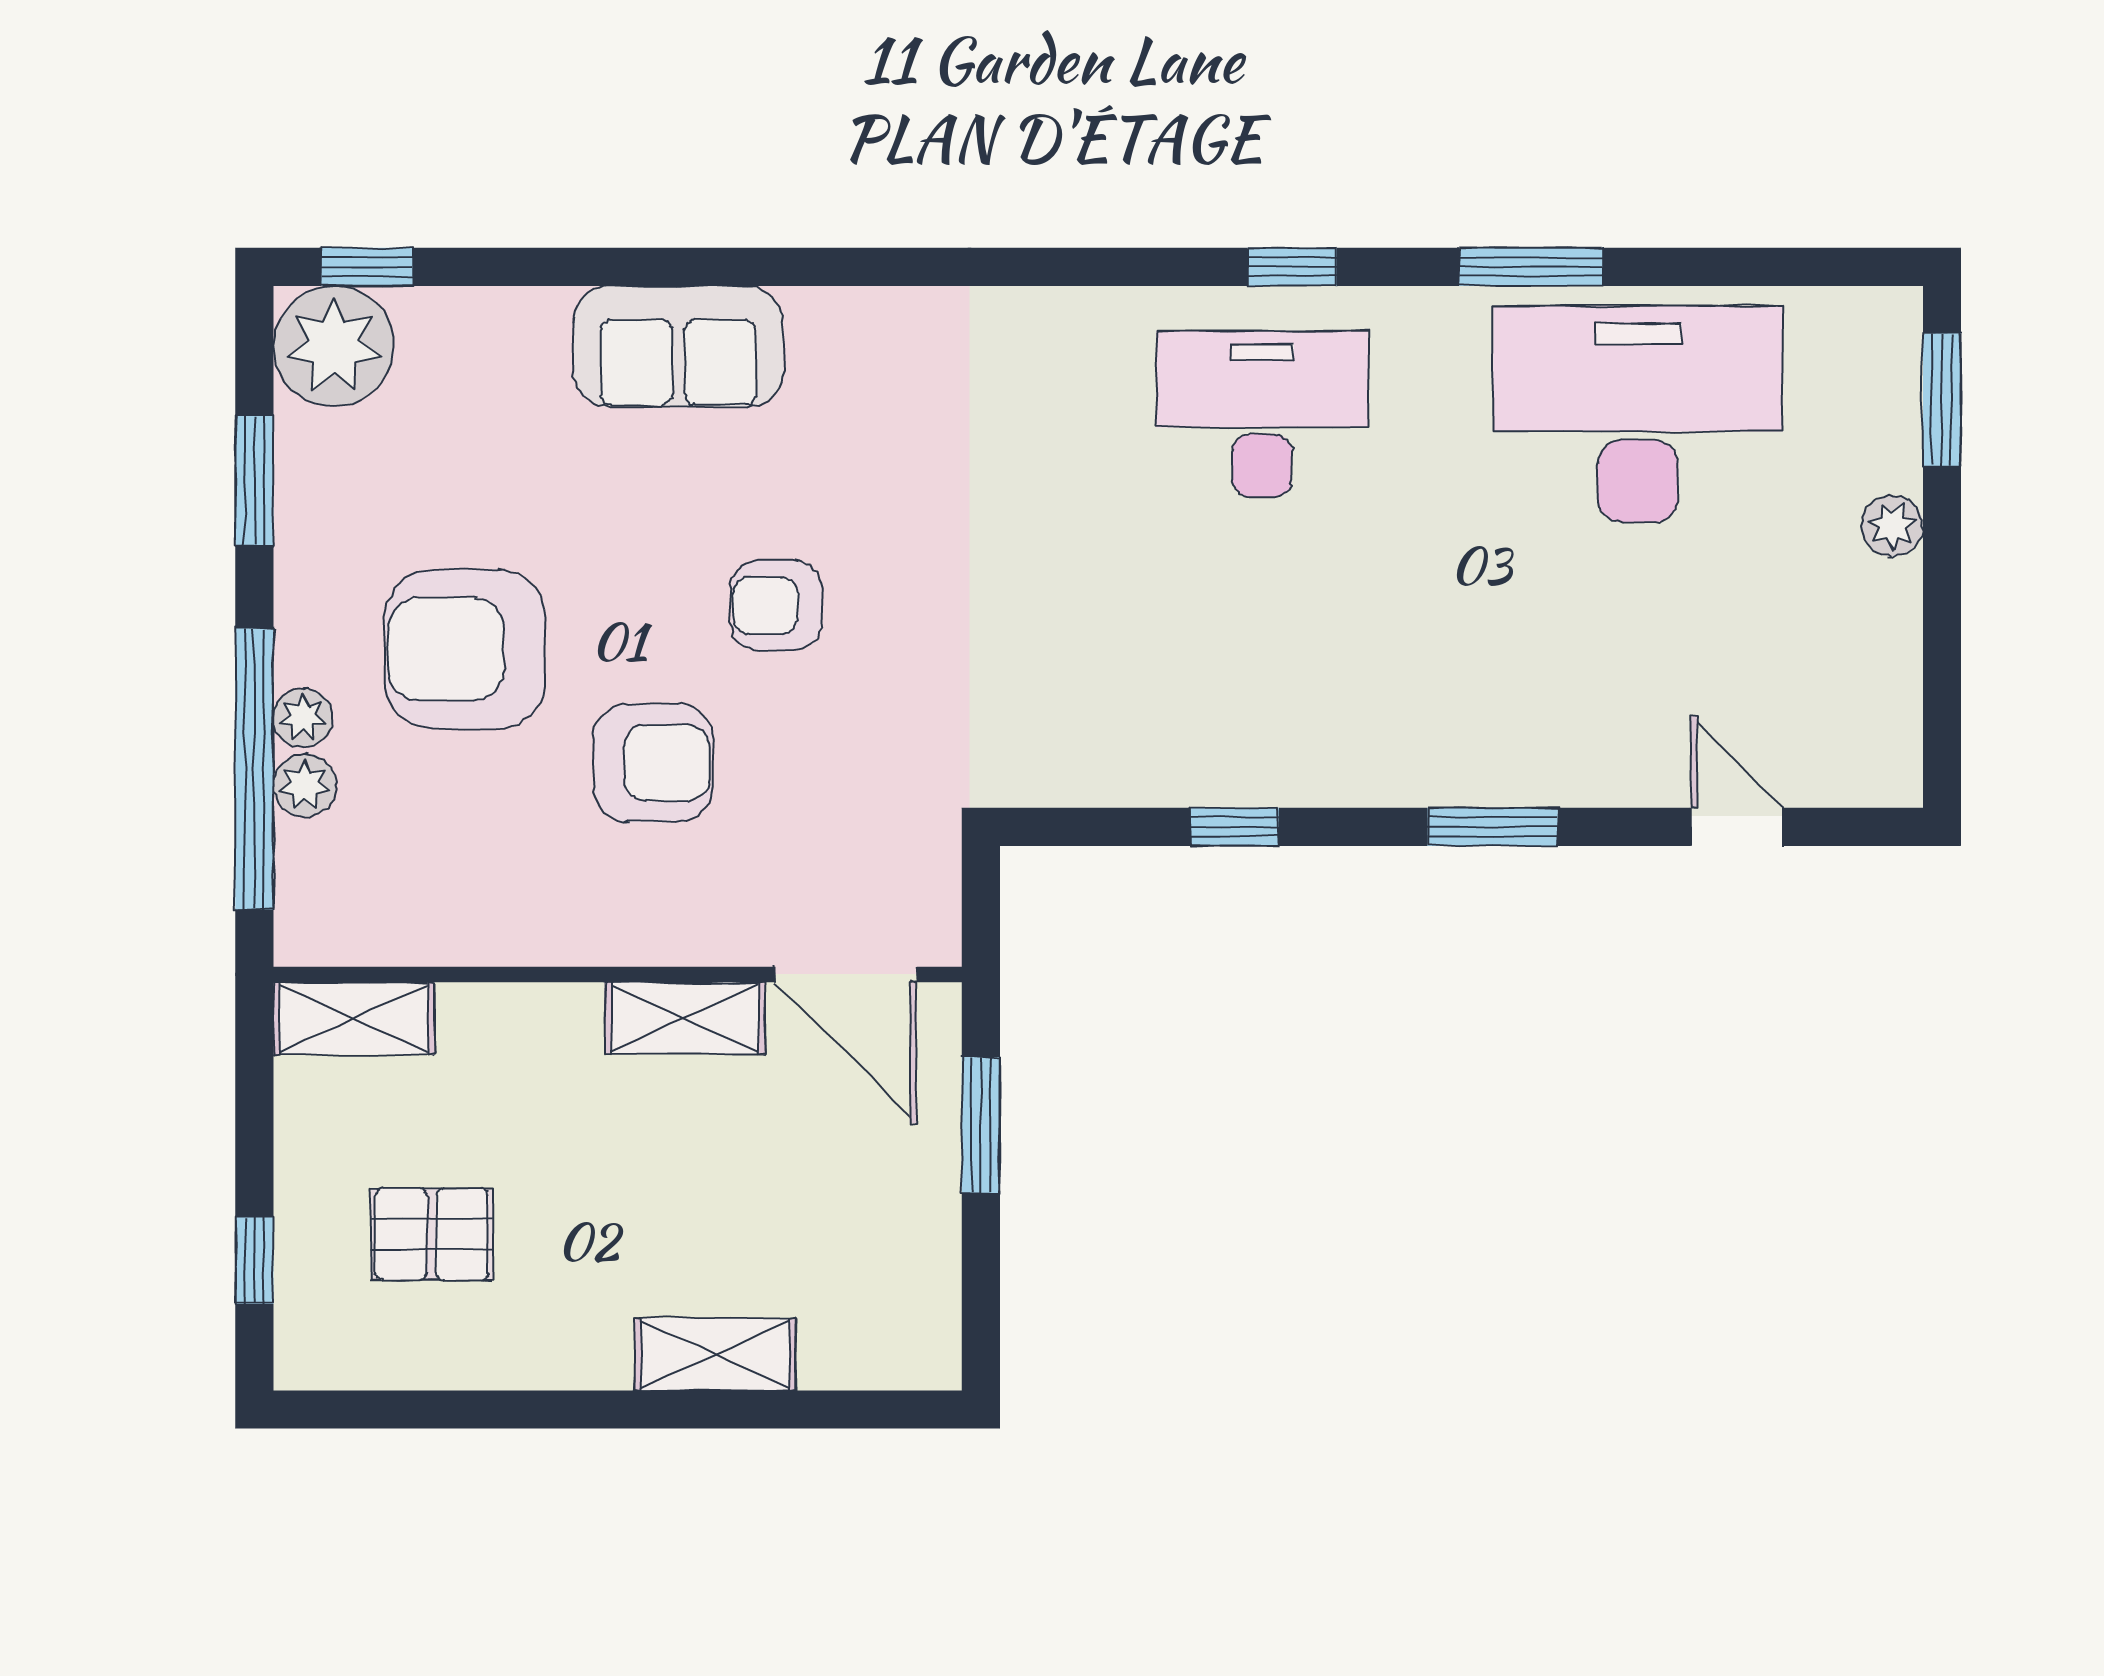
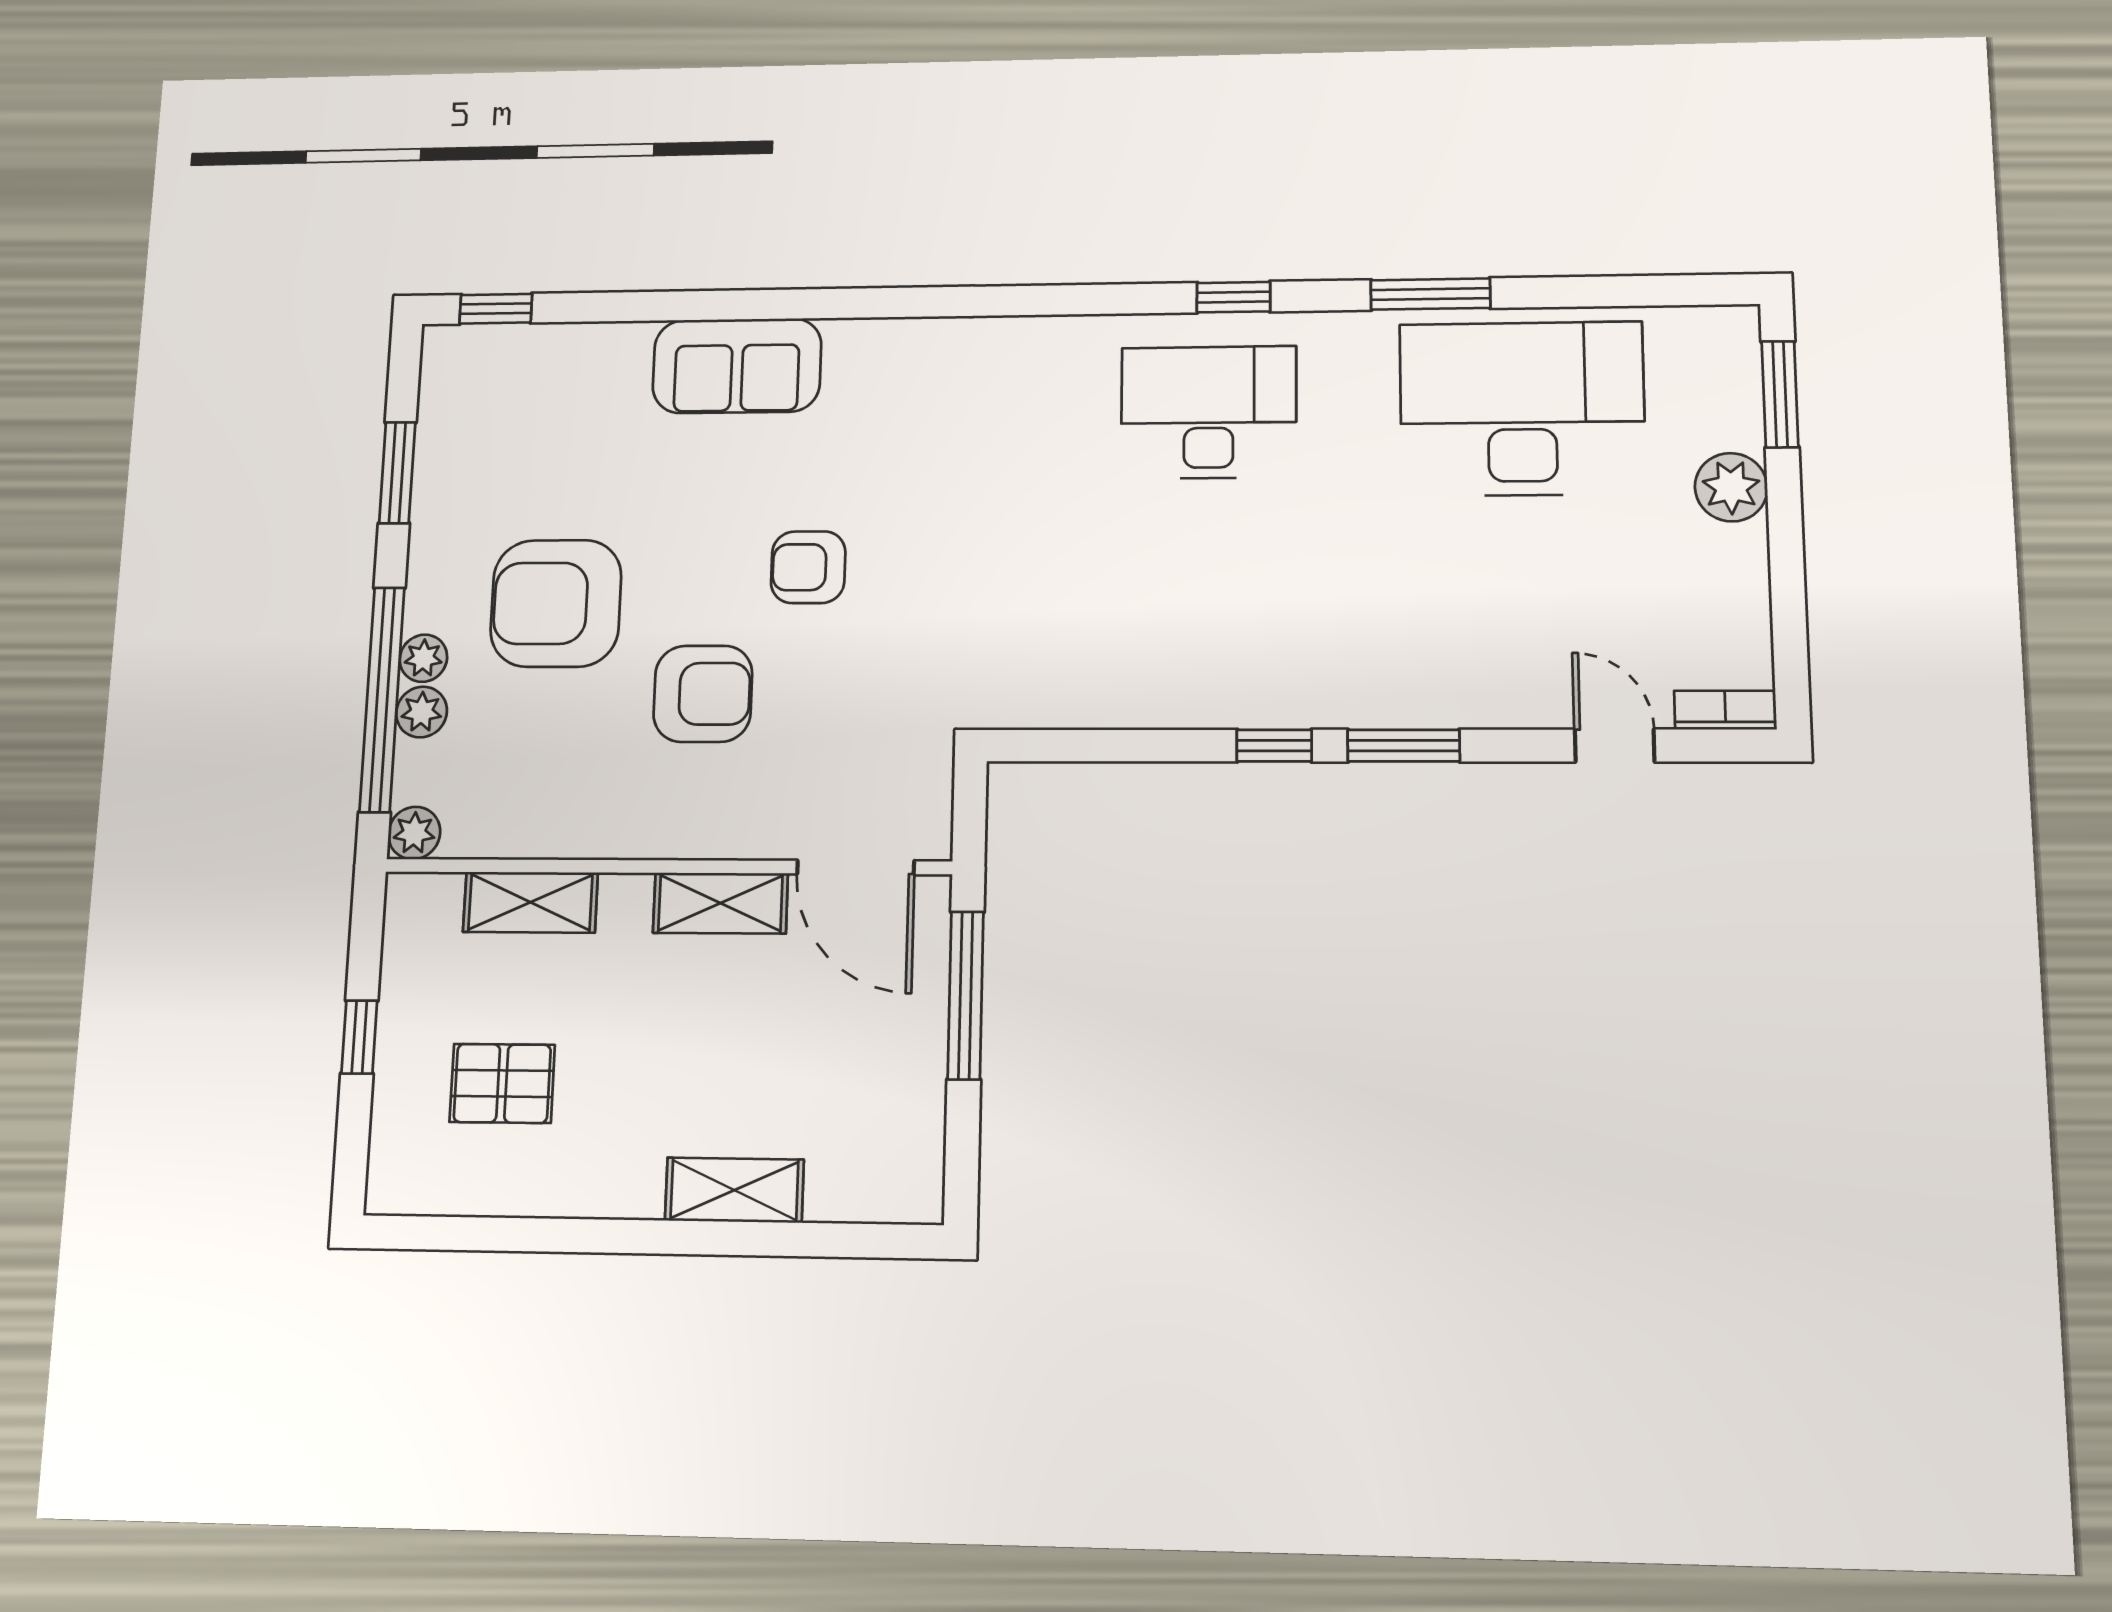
plant: (334, 346) -> (414, 833), moved, width x0.53, depth x0.53
plant: (1892, 526) -> (1731, 487), width x1.38, depth x1.38
bookcase: (1865, 785) -> (1725, 710), added
window: (1235, 827) -> (1274, 746), moved
shelving: (354, 1018) -> (530, 902), moved
window: (981, 1125) -> (966, 995), width x1.44
window: (254, 1261) -> (359, 1037), moved

